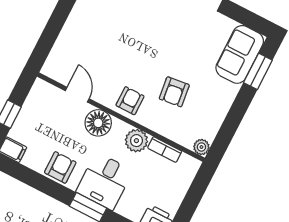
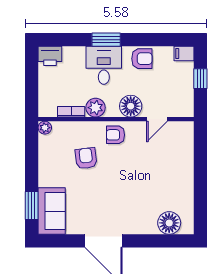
door: (77, 95) -> (157, 119), hinge flipped
armchair: (130, 101) -> (116, 135), turned 90
armchair: (60, 167) -> (142, 59), turned -90

